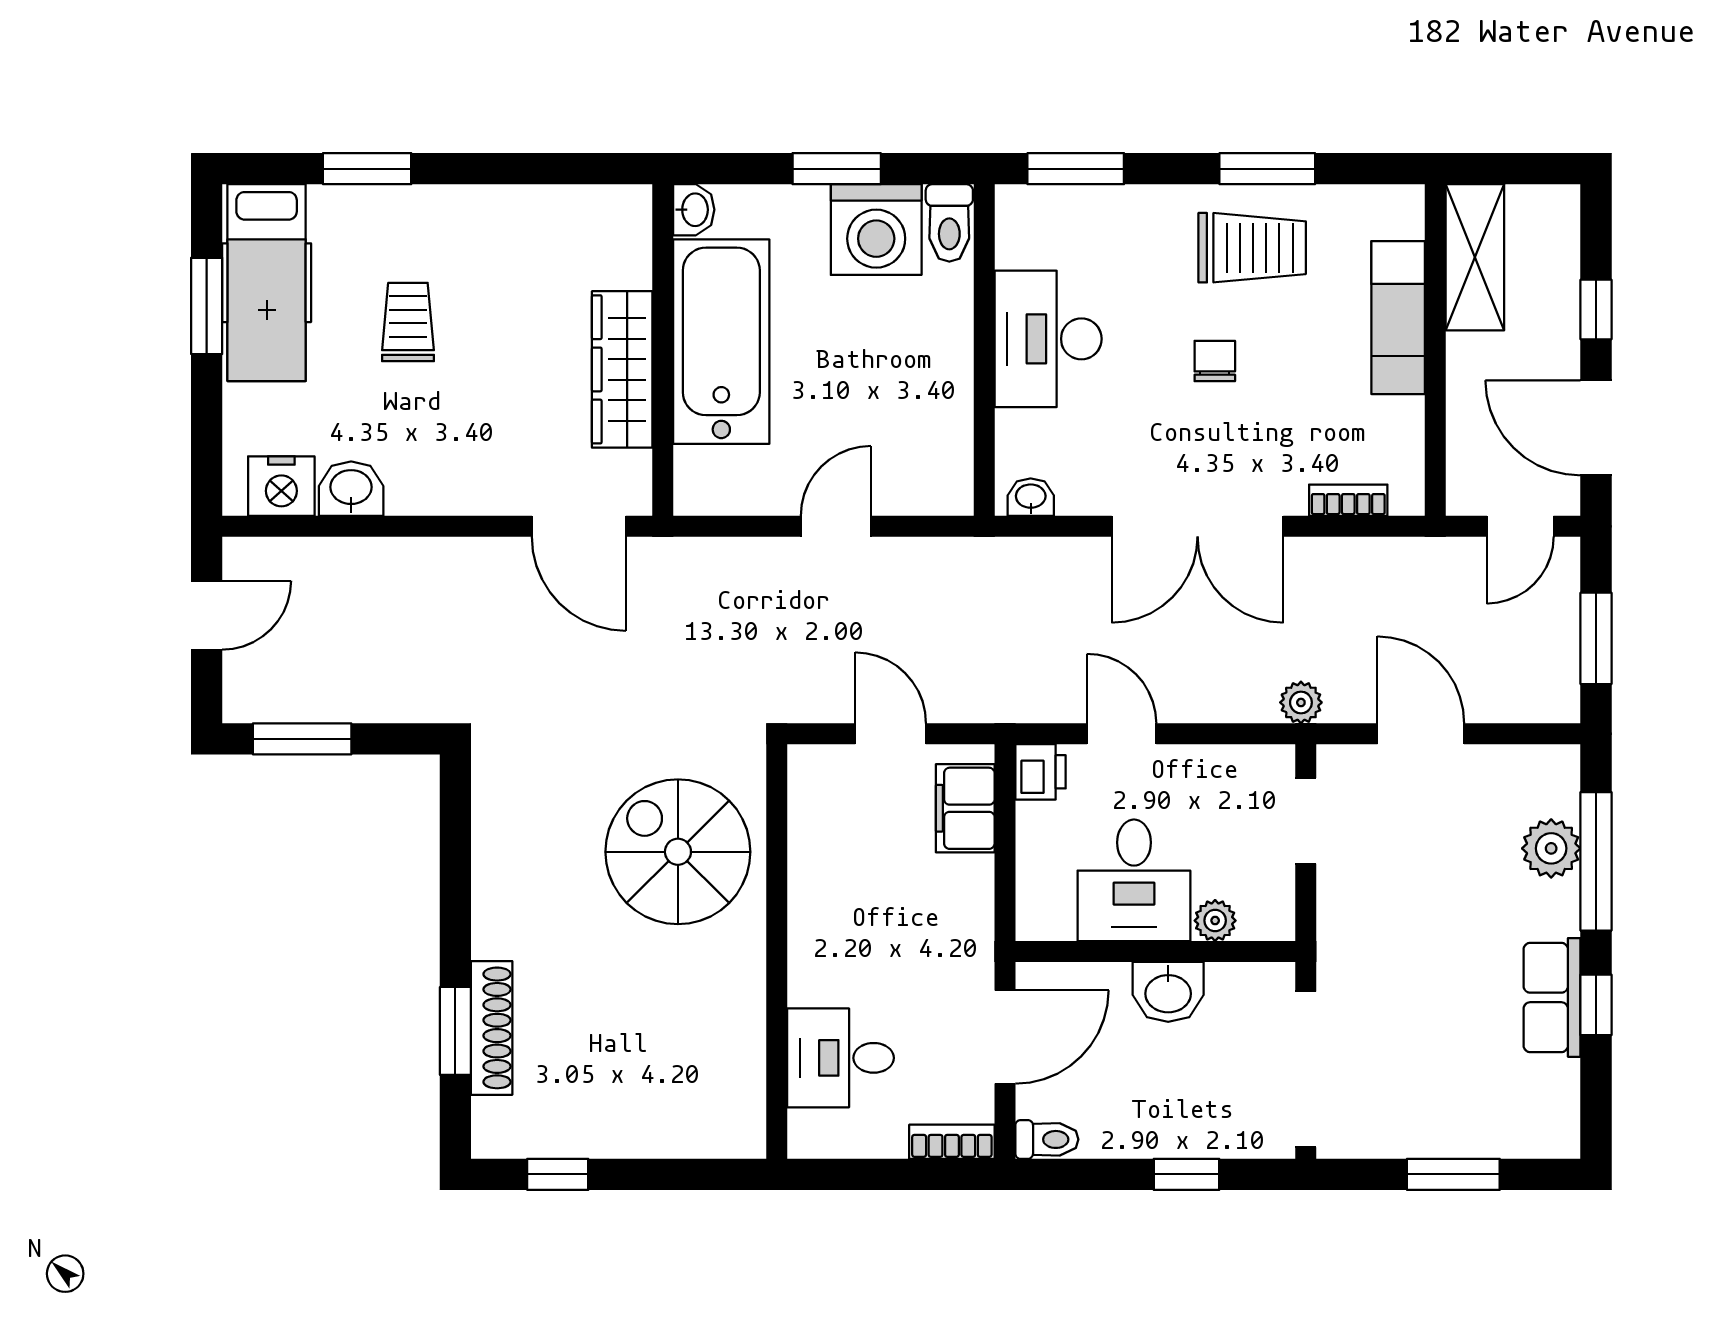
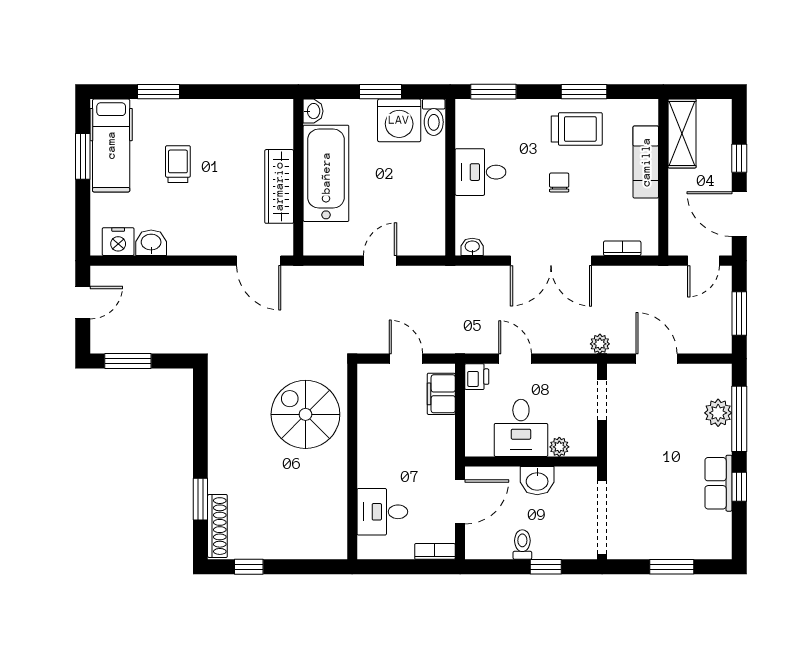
desk: (1048, 339) -> (480, 172), width x0.73
shoe rack: (492, 1028) -> (217, 526), moved
toilet: (1047, 1139) -> (522, 545), moved, turned -90

